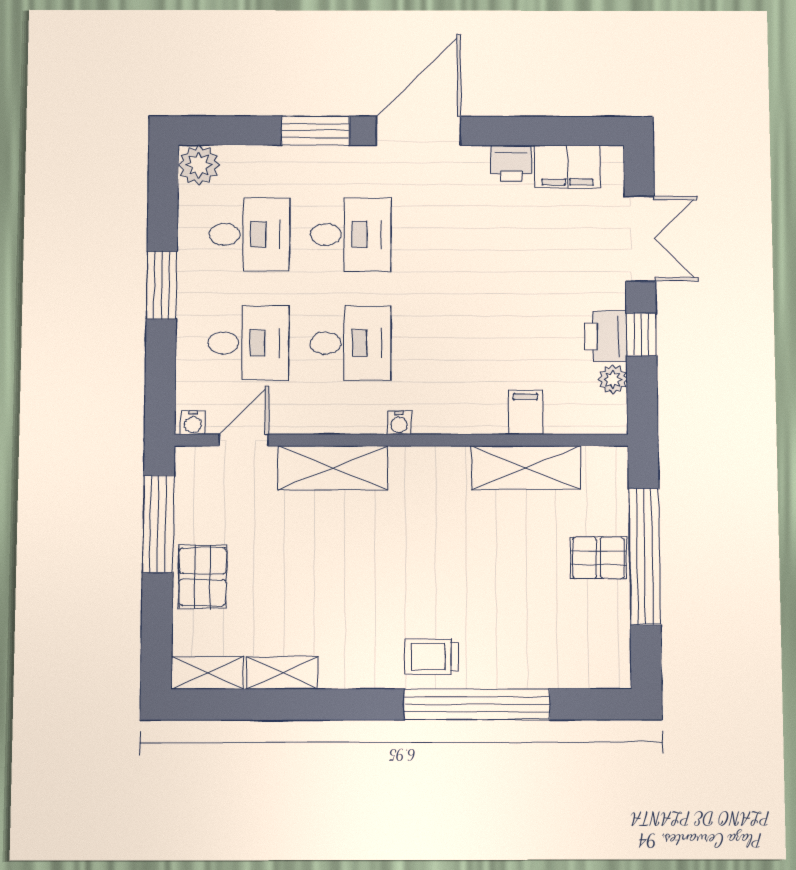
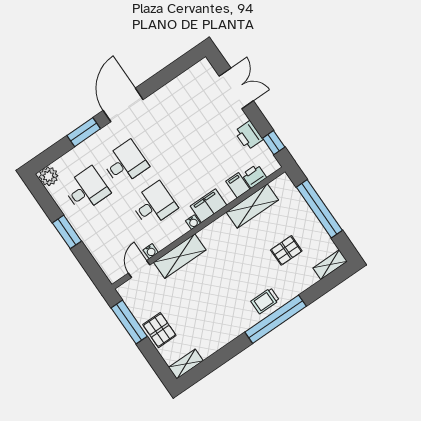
printer: (511, 163) -> (254, 176), moved, turned 180
filing cabinet: (567, 167) -> (209, 206), moved, turned 180
window: (641, 334) -> (274, 143), moved
desk: (248, 343) -> (115, 231), removed
plant: (613, 379) -> (262, 150), removed
water cooler: (193, 423) -> (151, 251), moved
pallet: (598, 558) -> (286, 250), moved
shelving: (282, 673) -> (330, 265), moved
window: (477, 704) -> (276, 319), moved

